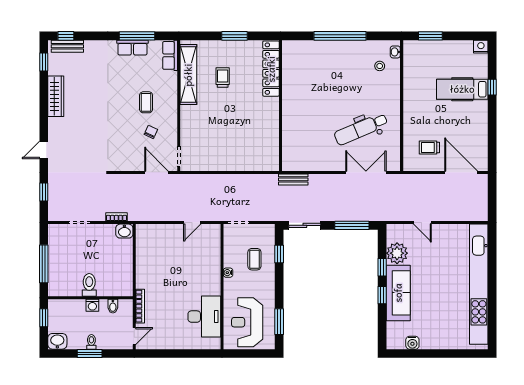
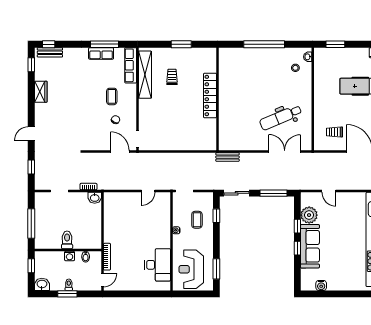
row of seats: (170, 55) -> (131, 65), width x1.48
locker: (271, 69) -> (210, 96), moved
wardrobe: (56, 96) -> (41, 92), width x0.67

